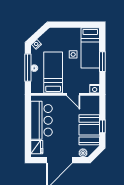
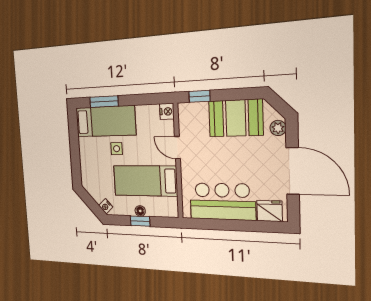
window: (102, 62) -> (104, 102), moved
window: (28, 68) -> (140, 221), width x0.46
door: (73, 94) -> (177, 148), swing flipped
window: (102, 126) -> (200, 96), moved

